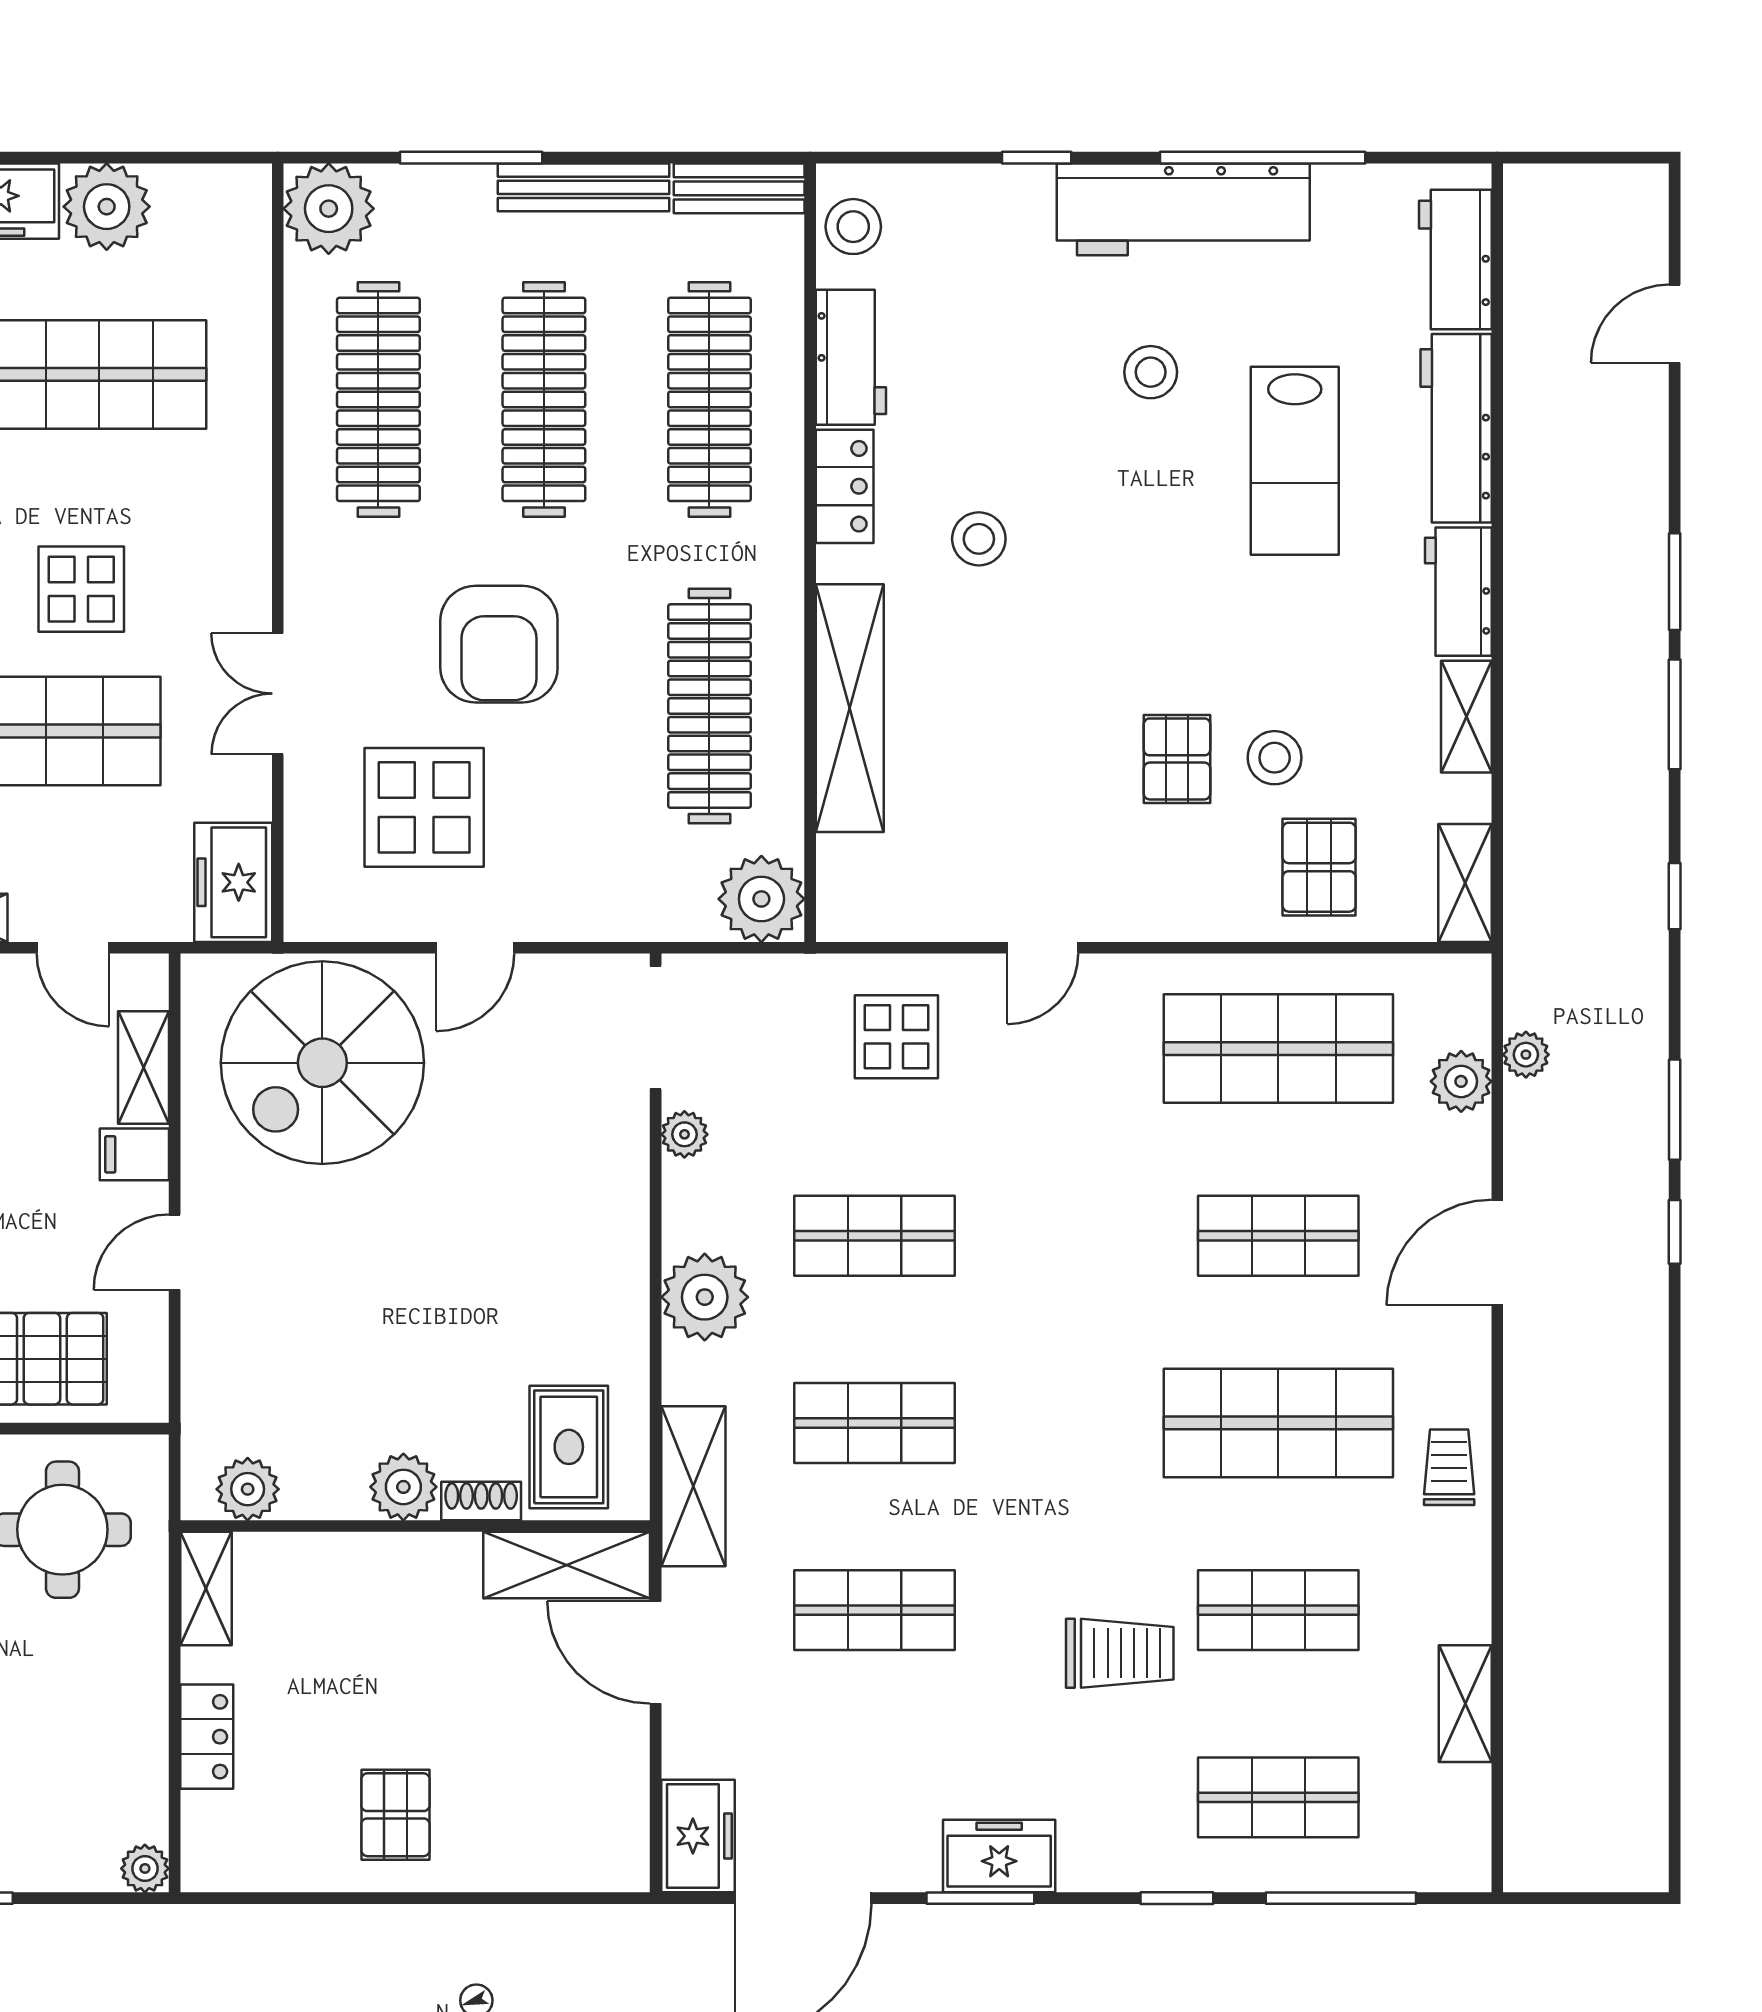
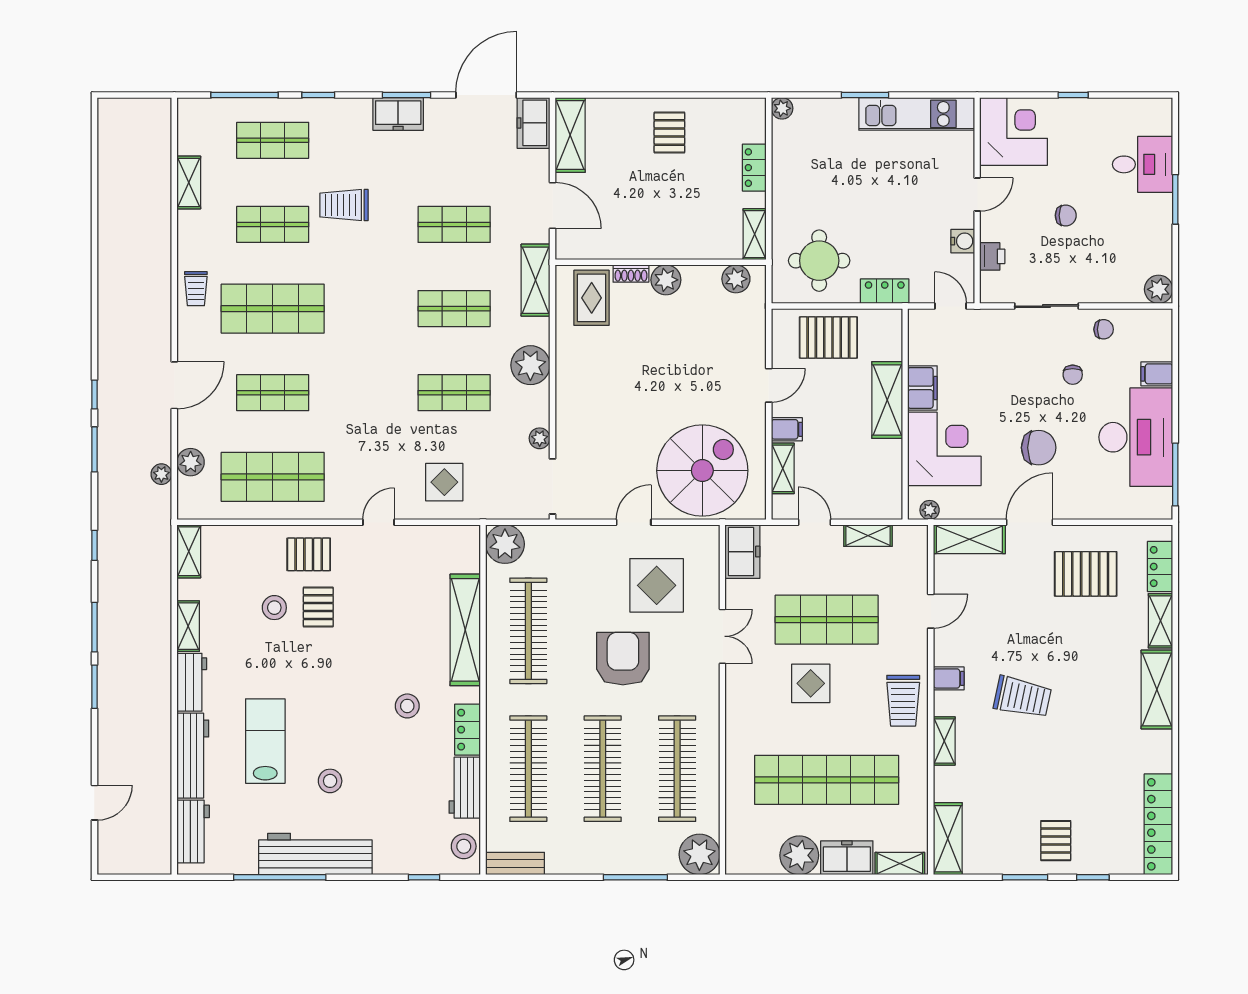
window: (1037, 158) -> (424, 877), moved
bench: (584, 187) -> (585, 864), removed
pallet: (1319, 867) -> (309, 554), moved, turned 90
shelving: (567, 1565) -> (570, 135), moved, turned 90

